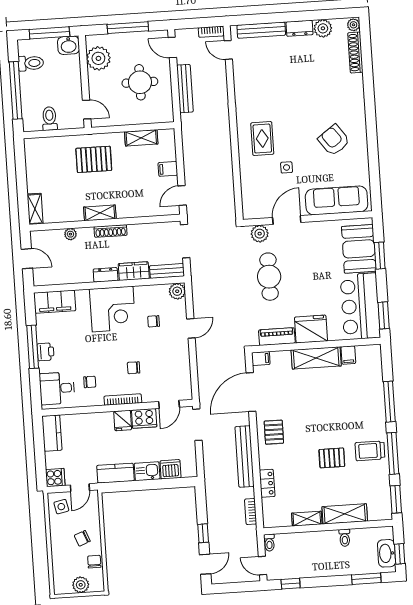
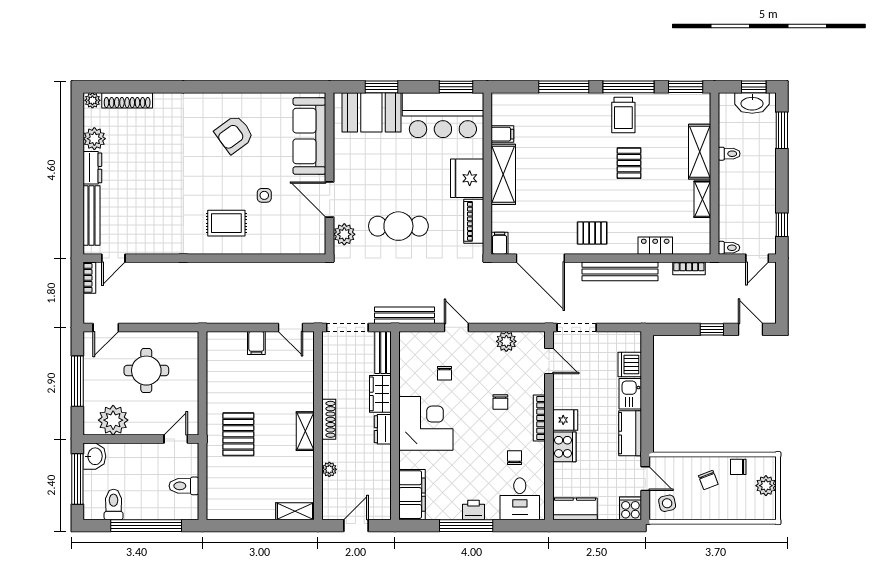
bench: (185, 89) -> (404, 315), moved
shelving: (141, 138) -> (215, 374), removed
plant: (177, 291) -> (506, 341), moved
cooker: (144, 418) -> (564, 447), moved

